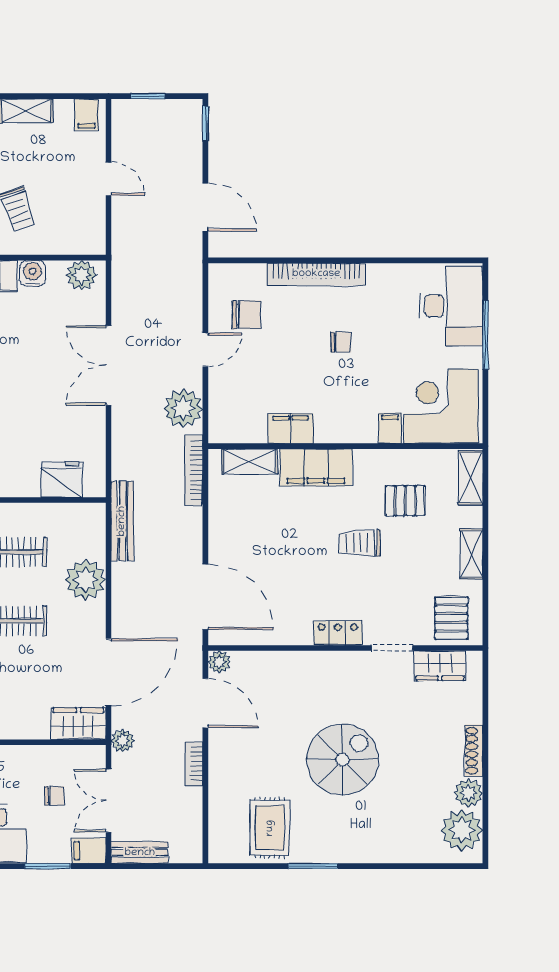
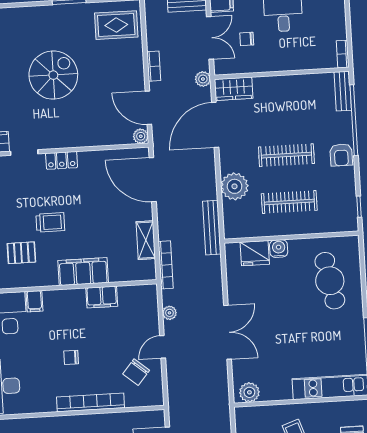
water cooler: (32, 273) -> (279, 249), moved, turned 180
chair: (246, 315) -> (136, 372), turned -50
plant: (183, 408) -> (169, 313), width x0.53, depth x0.53
shelving: (250, 461) -> (146, 240), moved, turned 90
spiral stairs: (342, 760) -> (53, 75), turned 180
rug: (270, 828) -> (116, 25), moved, turned 90

